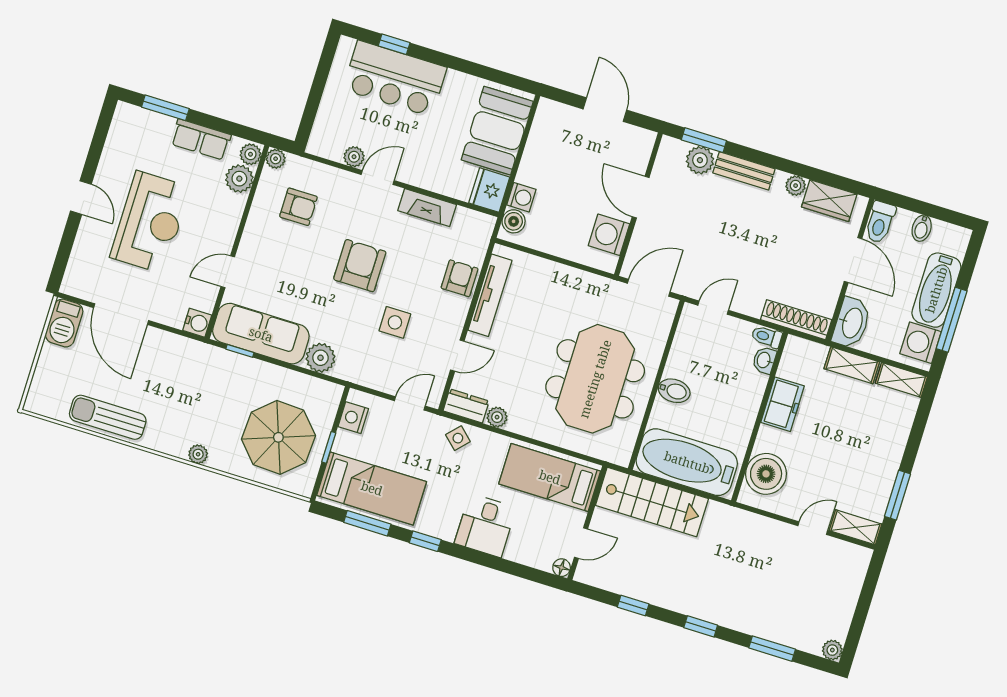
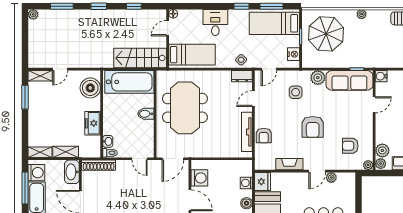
boiler: (514, 221) -> (246, 203), moved
door: (713, 308) -> (140, 159), hinge flipped
side table: (395, 322) -> (296, 92), moved
plant: (497, 417) -> (226, 75), removed

